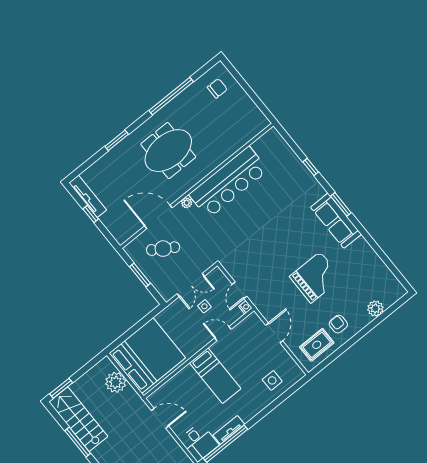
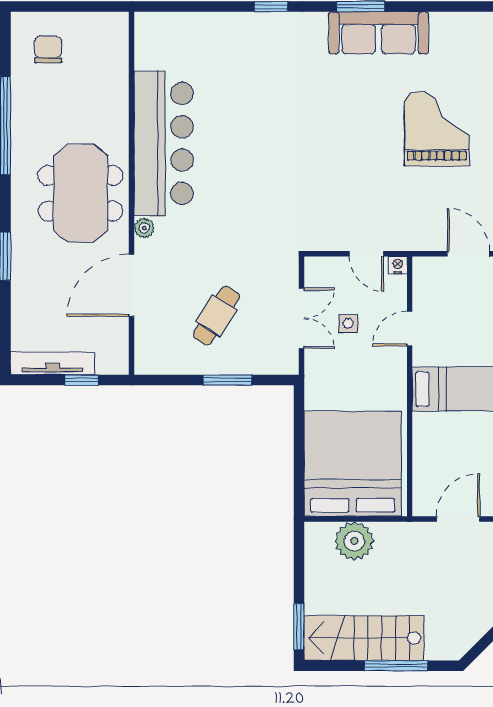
bar counter: (228, 182) -> (164, 143), moved
wall: (197, 186) -> (132, 193), moved
plant: (187, 203) -> (144, 228), moved
door: (158, 217) -> (132, 285), moved

